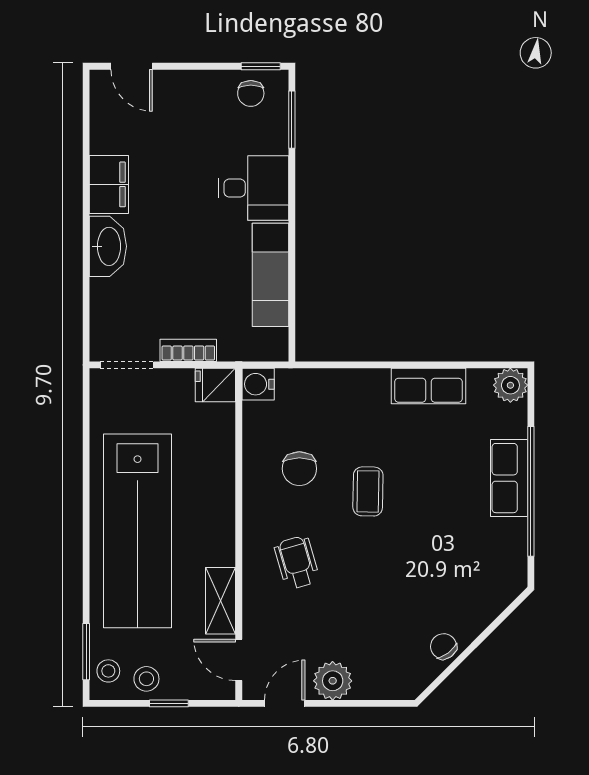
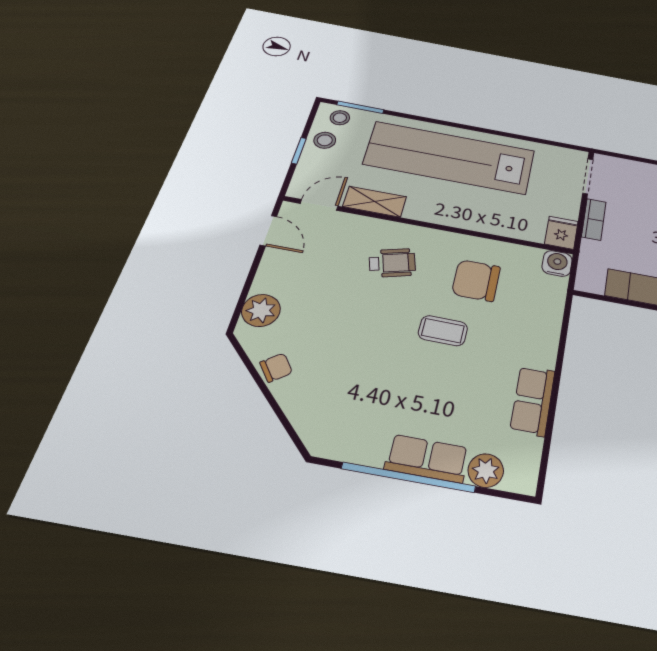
plant: (510, 385) -> (486, 471), moved
chair: (299, 469) -> (476, 280), width x1.37, depth x1.37
plant: (333, 681) -> (261, 310), moved

